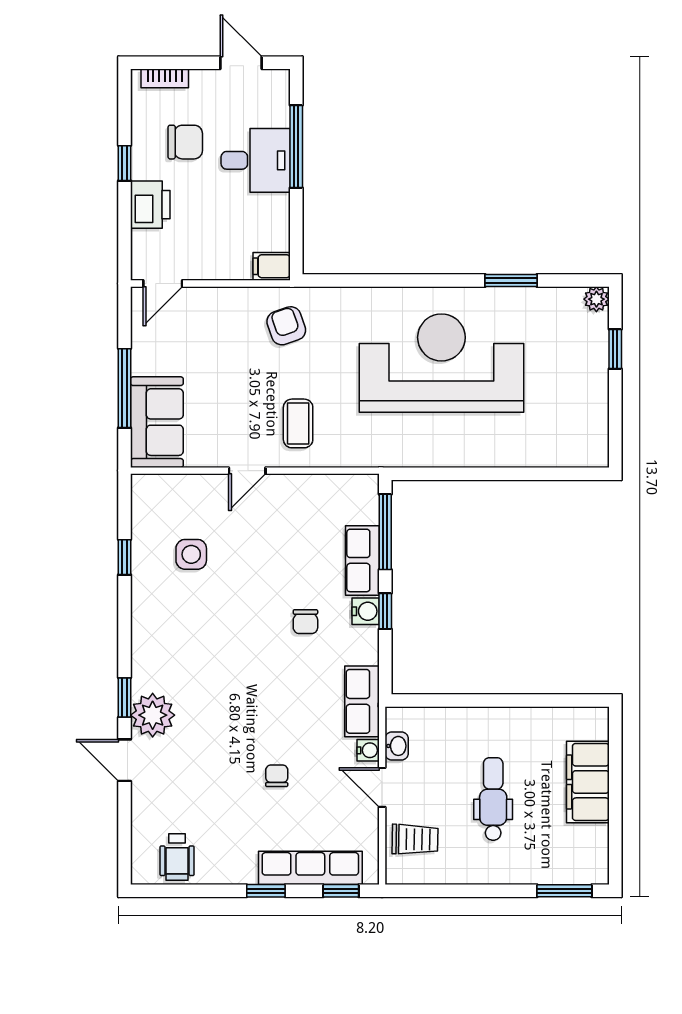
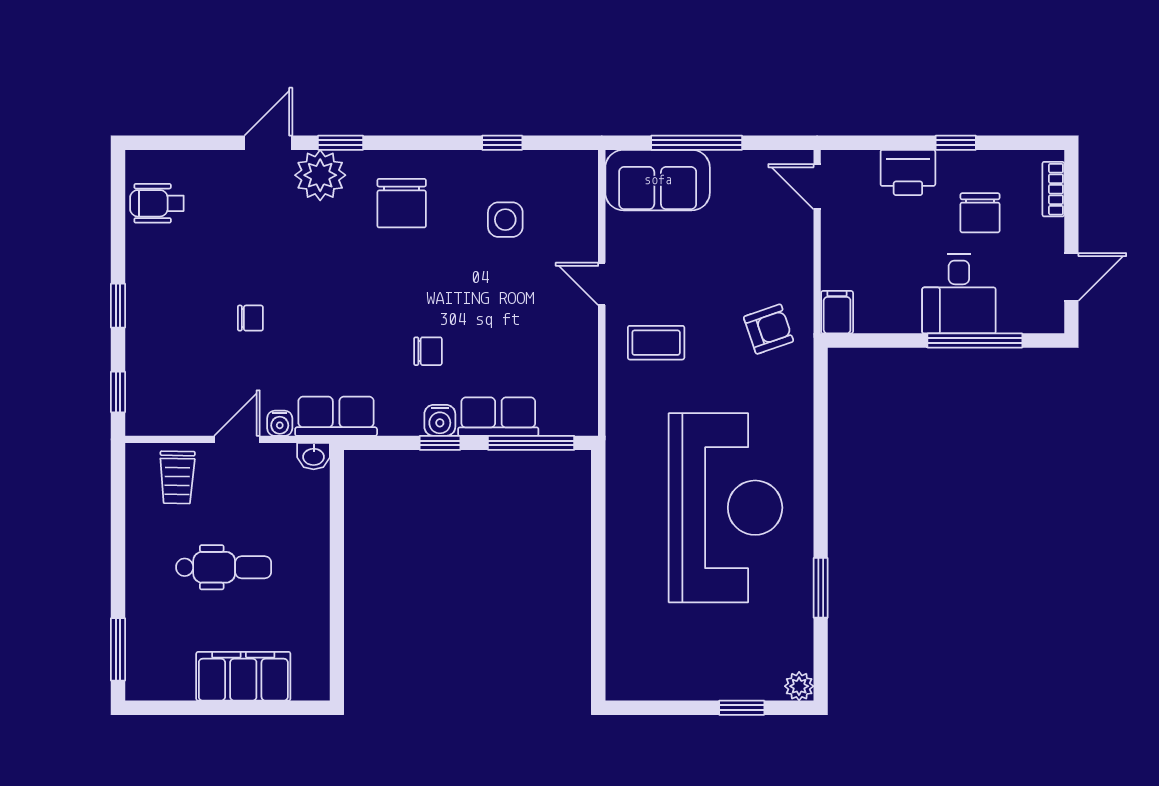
chair: (305, 622) -> (428, 351), turned 180
chair: (177, 644) -> (402, 203), added
washbasin: (397, 746) -> (314, 456), moved
row of seats: (310, 868) -> (144, 357), removed

